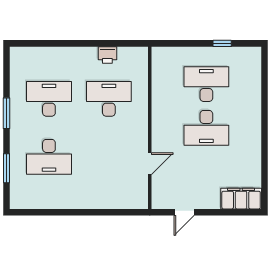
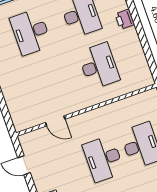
printer: (107, 55) -> (125, 19), moved

